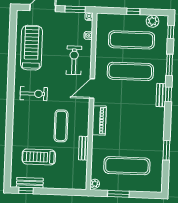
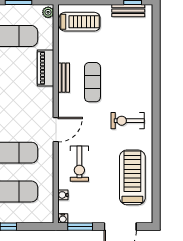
treadmill: (31, 48) -> (132, 177), turned 180
piano: (99, 120) -> (46, 68), moved
bench: (83, 148) -> (64, 78), moved
treadmill: (39, 157) -> (80, 22), moved

